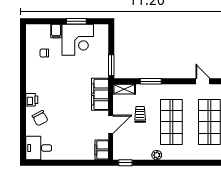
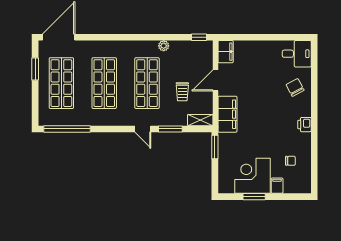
door: (203, 81) -> (143, 129), moved
printer: (32, 100) -> (305, 125), moved

